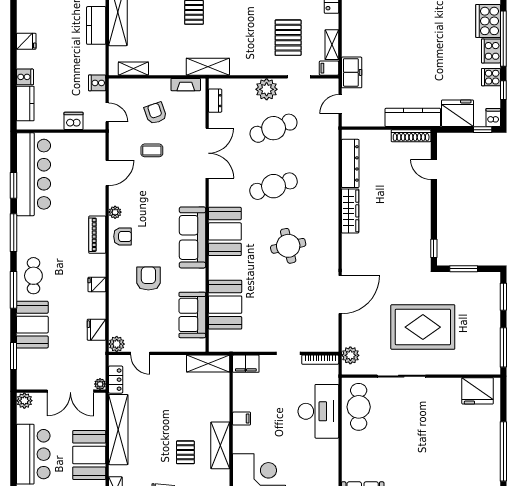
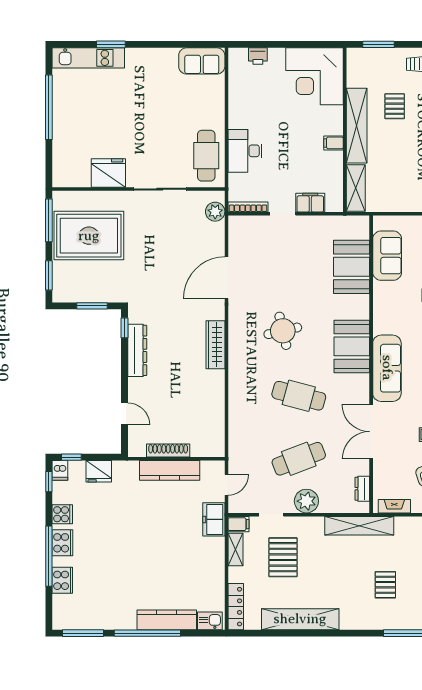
cooker: (488, 21) -> (62, 580), width x0.73, depth x0.76
shelving: (208, 67) -> (359, 526), width x1.47
window: (503, 90) -> (49, 482), moved
fridge: (458, 113) -> (99, 471), width x0.73, depth x0.75
kitchen counter: (413, 117) -> (170, 470), moved
shoe rack: (411, 136) -> (168, 451), moved
dresser: (350, 163) -> (137, 350), moved, turned 180
cafe table: (274, 186) -> (299, 396), turned 33
wardrobe: (350, 211) -> (215, 345), moved
sofa: (192, 237) -> (387, 368), moved
rug: (423, 327) -> (89, 236), moved
shelving: (208, 364) -> (356, 188), moved, turned 90
filing cabinet: (246, 364) -> (310, 203), moved
fridge: (478, 391) -> (108, 173), moved
desk: (318, 411) -> (245, 151), width x0.73, depth x0.77
shelving: (220, 445) -> (357, 126), width x1.47

